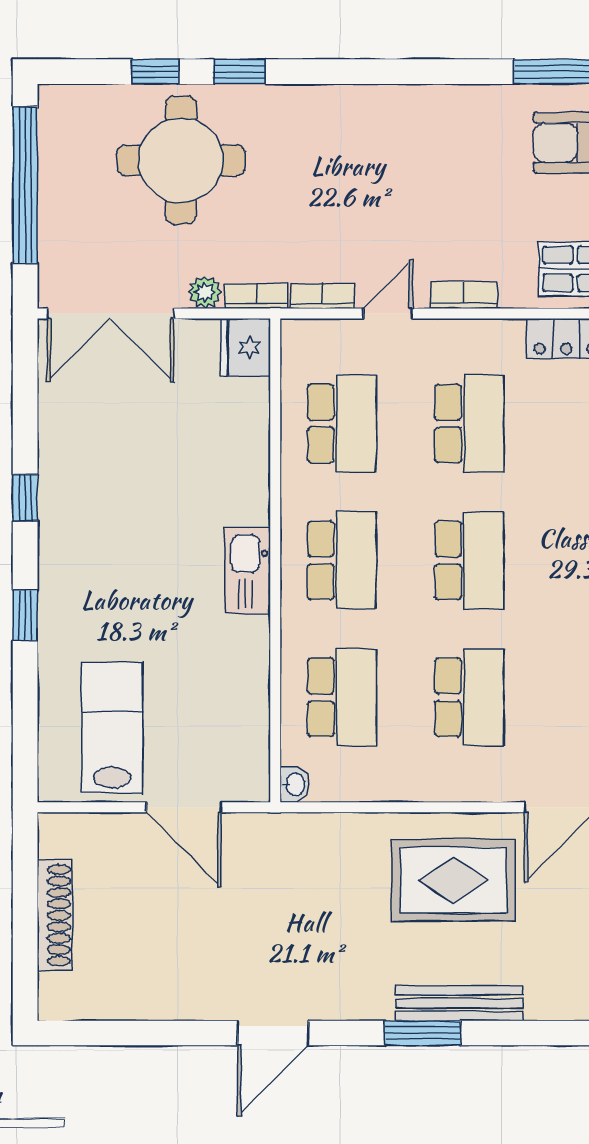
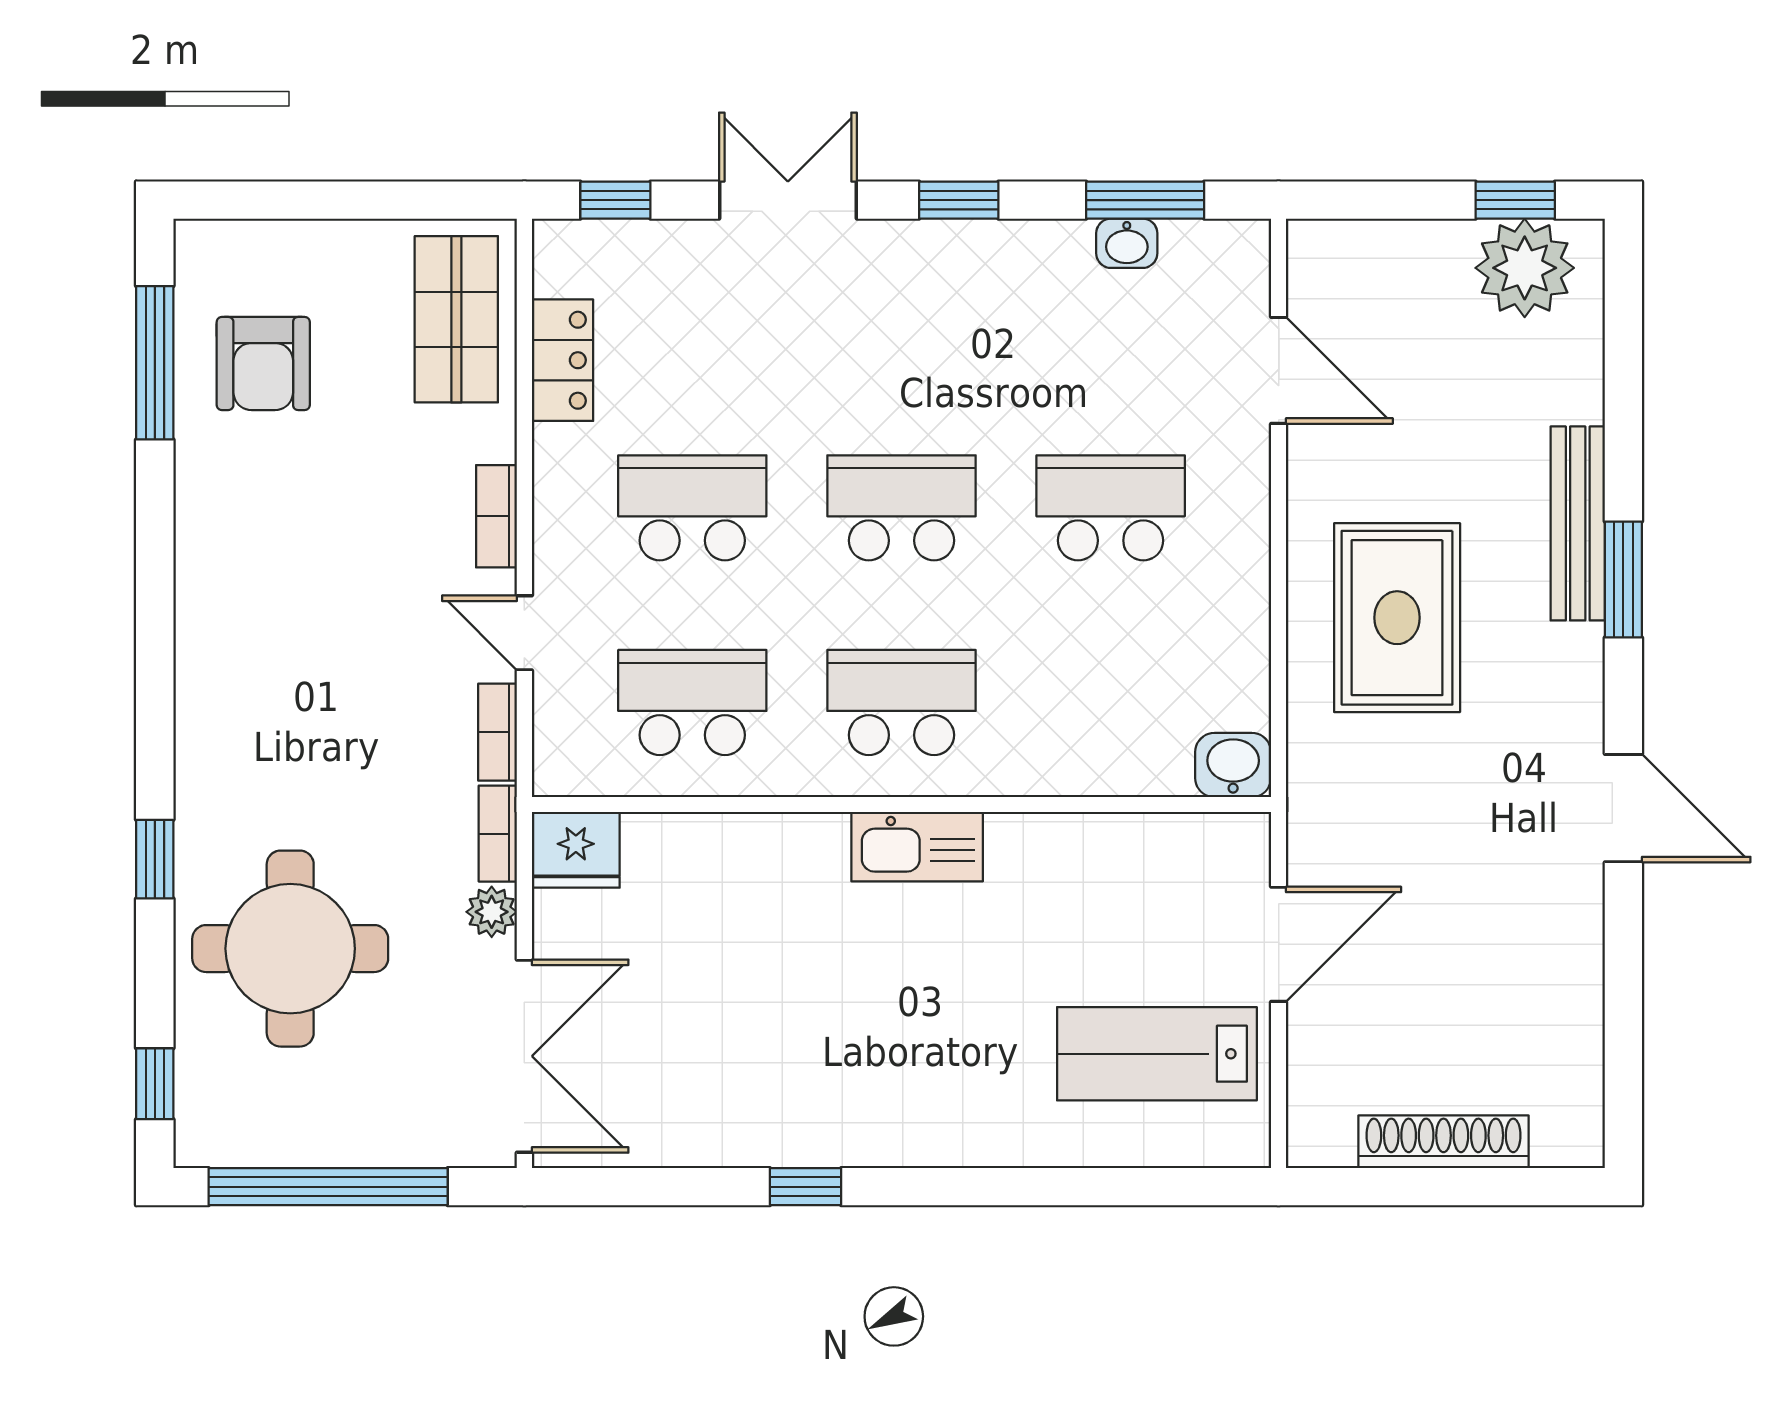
window: (155, 72) -> (155, 1084), moved
window: (25, 615) -> (986, 1187), removed
school desk: (342, 697) -> (1111, 703), removed
washbasin: (295, 784) -> (1233, 765), width x1.38, depth x1.45
rug: (453, 880) -> (1397, 618), moved

